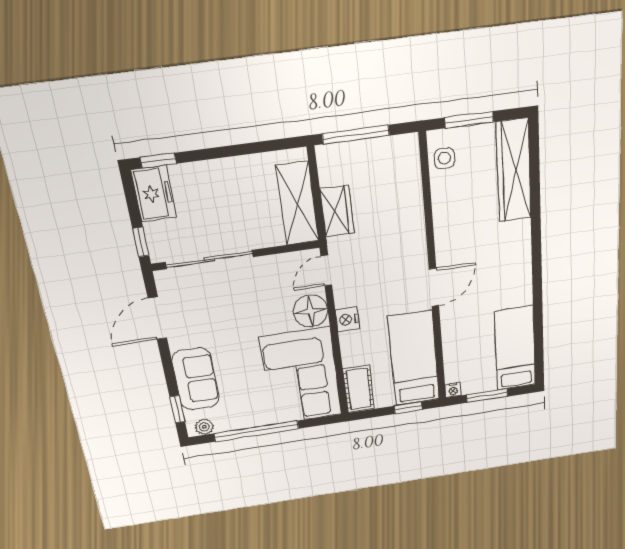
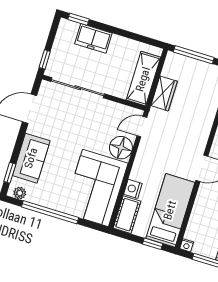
freezer: (154, 194) -> (93, 38), moved, turned 90
nightstand: (347, 319) -> (133, 189), moved

